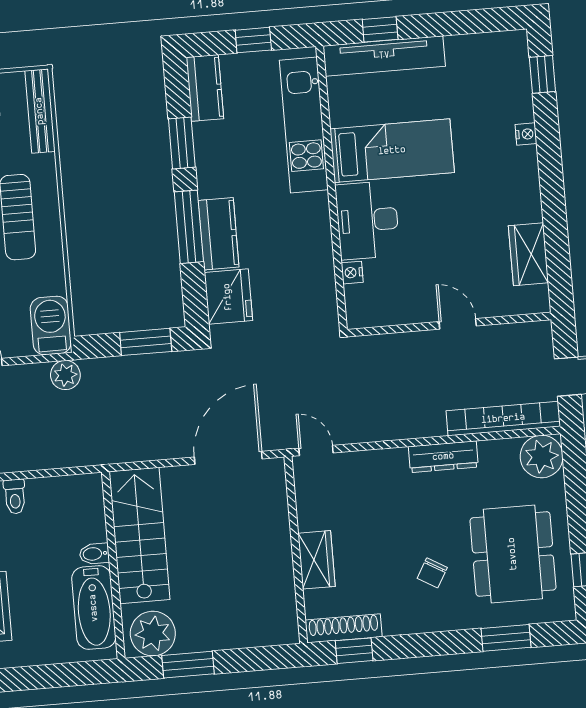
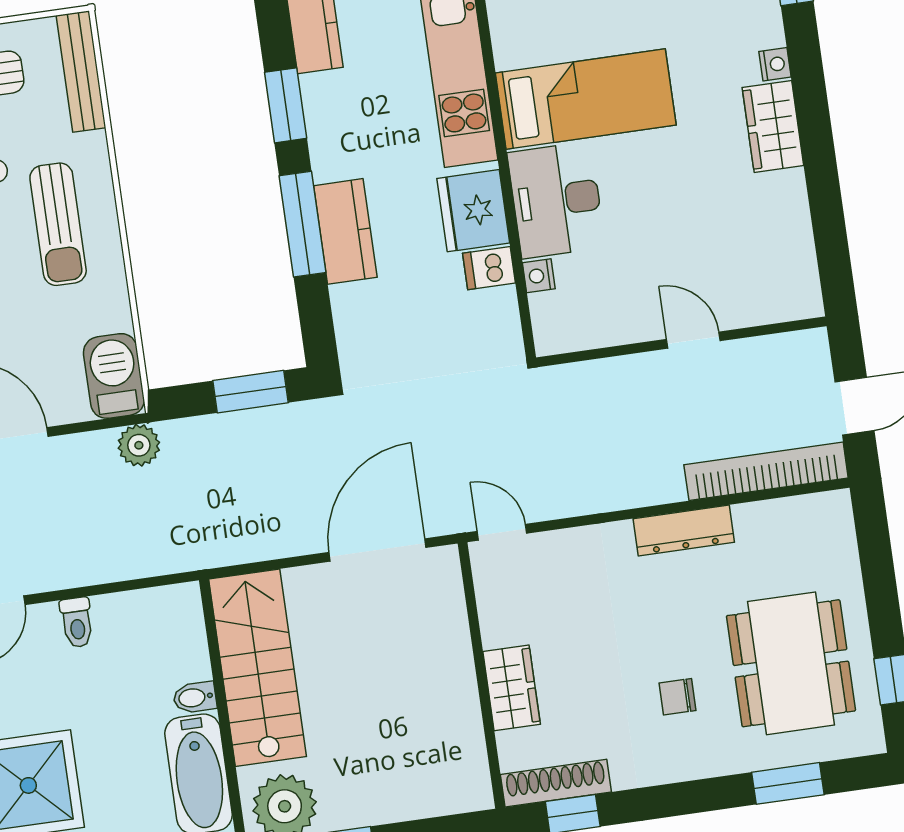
wardrobe: (528, 254) -> (773, 127), moved
dishwasher: (318, 265) -> (489, 268), added
fridge: (228, 297) -> (473, 211), moved, turned 180
plant: (542, 457) -> (824, 522), removed
chair: (432, 573) -> (678, 697), turned 60

